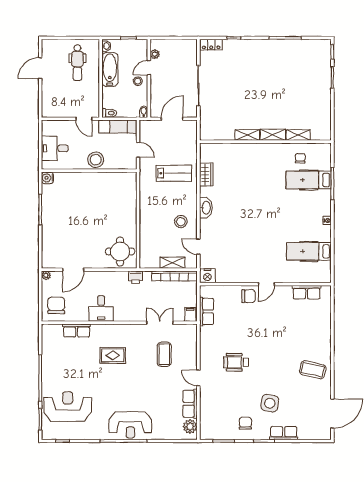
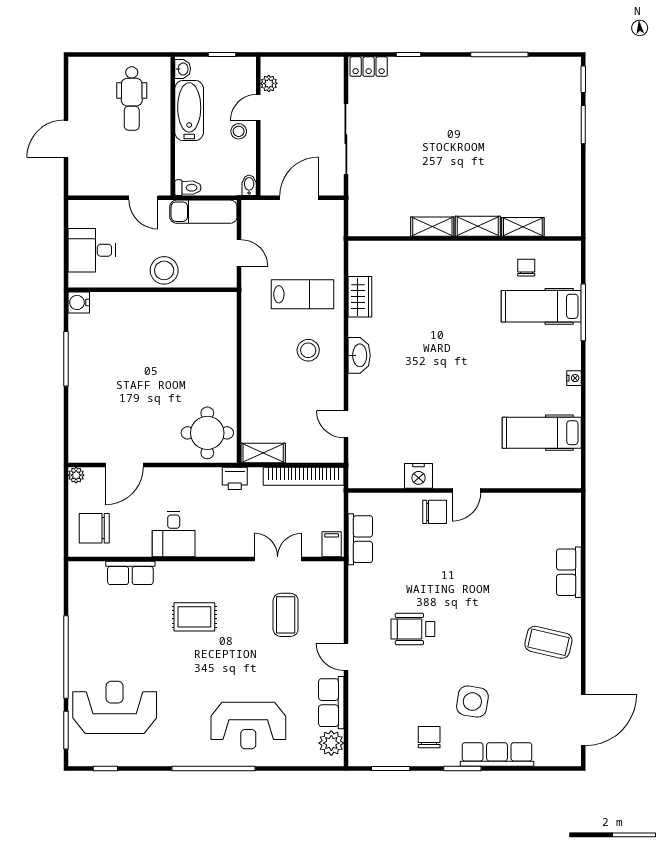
door: (40, 68) -> (66, 139), moved
stool: (181, 222) -> (308, 350), moved
shelving: (172, 263) -> (263, 453), moved
nightstand: (207, 276) -> (419, 476), moved
row of seats: (307, 292) -> (569, 572), moved, turned 90
chair: (56, 305) -> (94, 528), turned -90
reception desk: (130, 425) -> (248, 726), moved
row of seats: (284, 433) -> (497, 754), width x1.48

